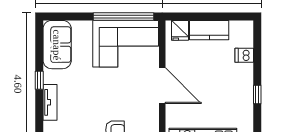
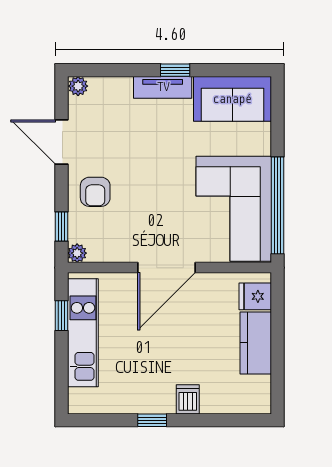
dishwasher: (244, 55) -> (188, 399), moved
tv unit: (50, 102) -> (163, 87), moved

